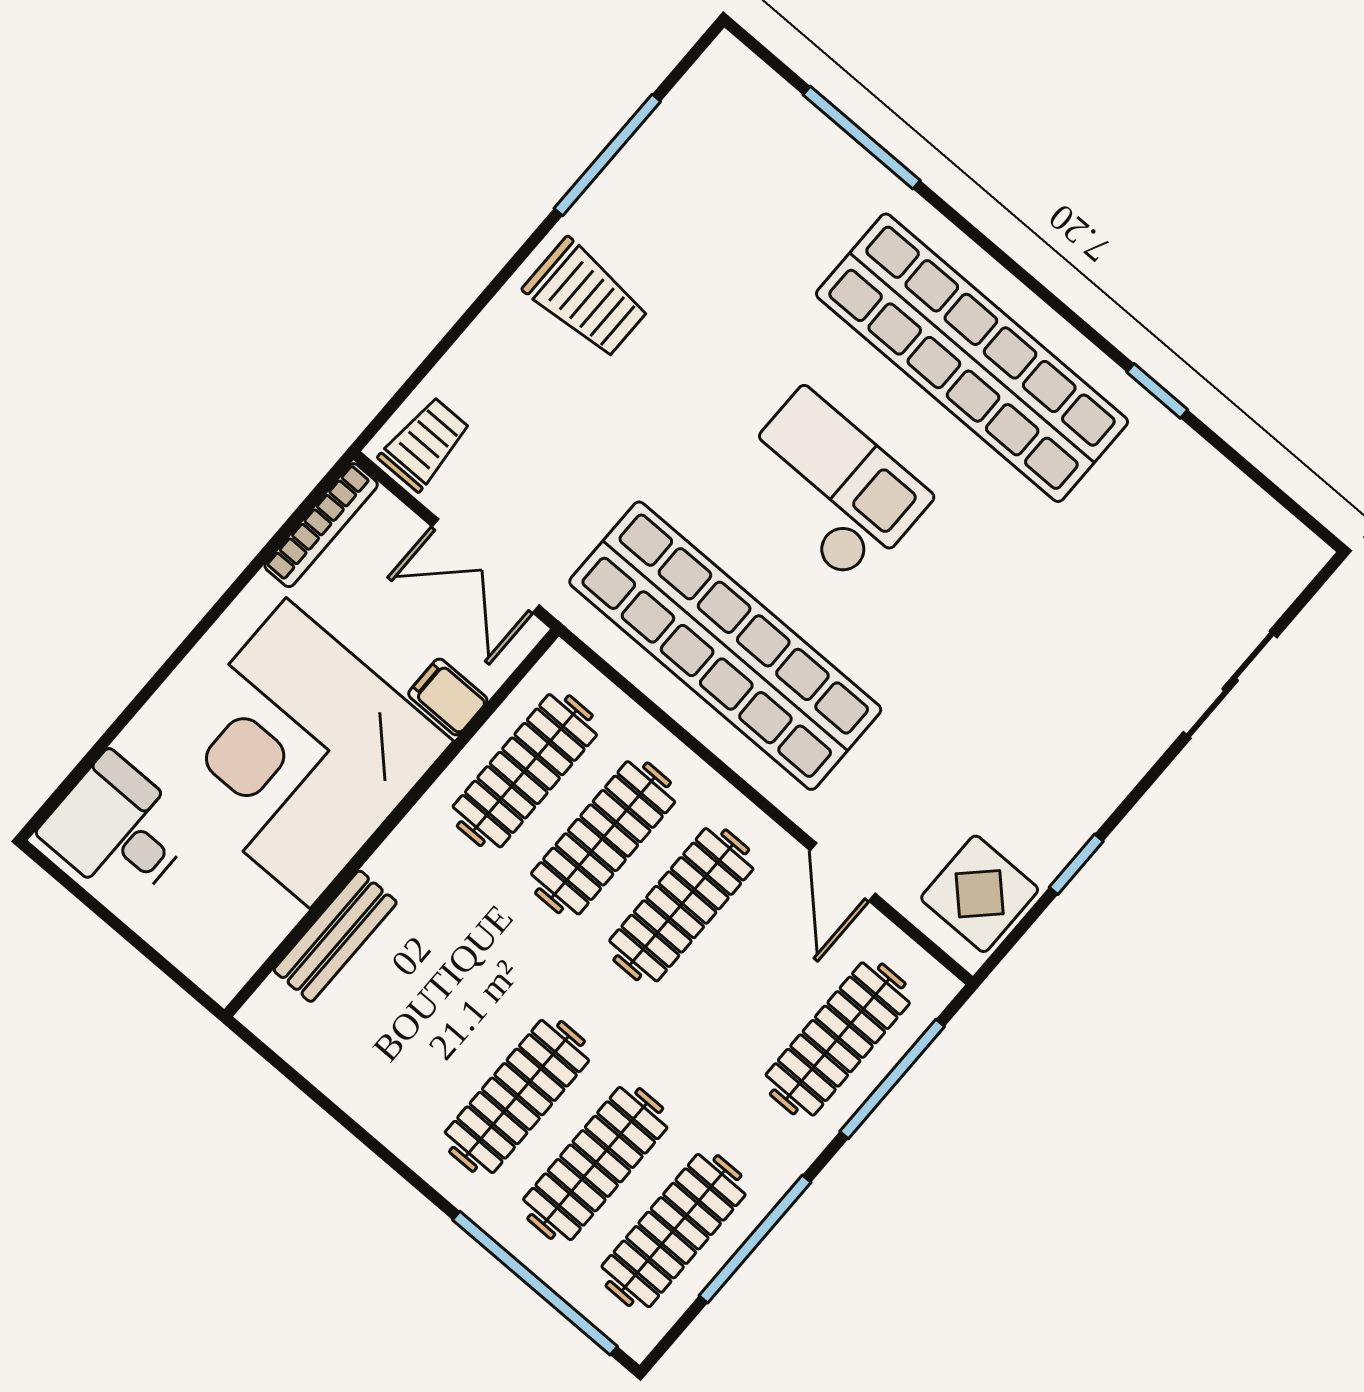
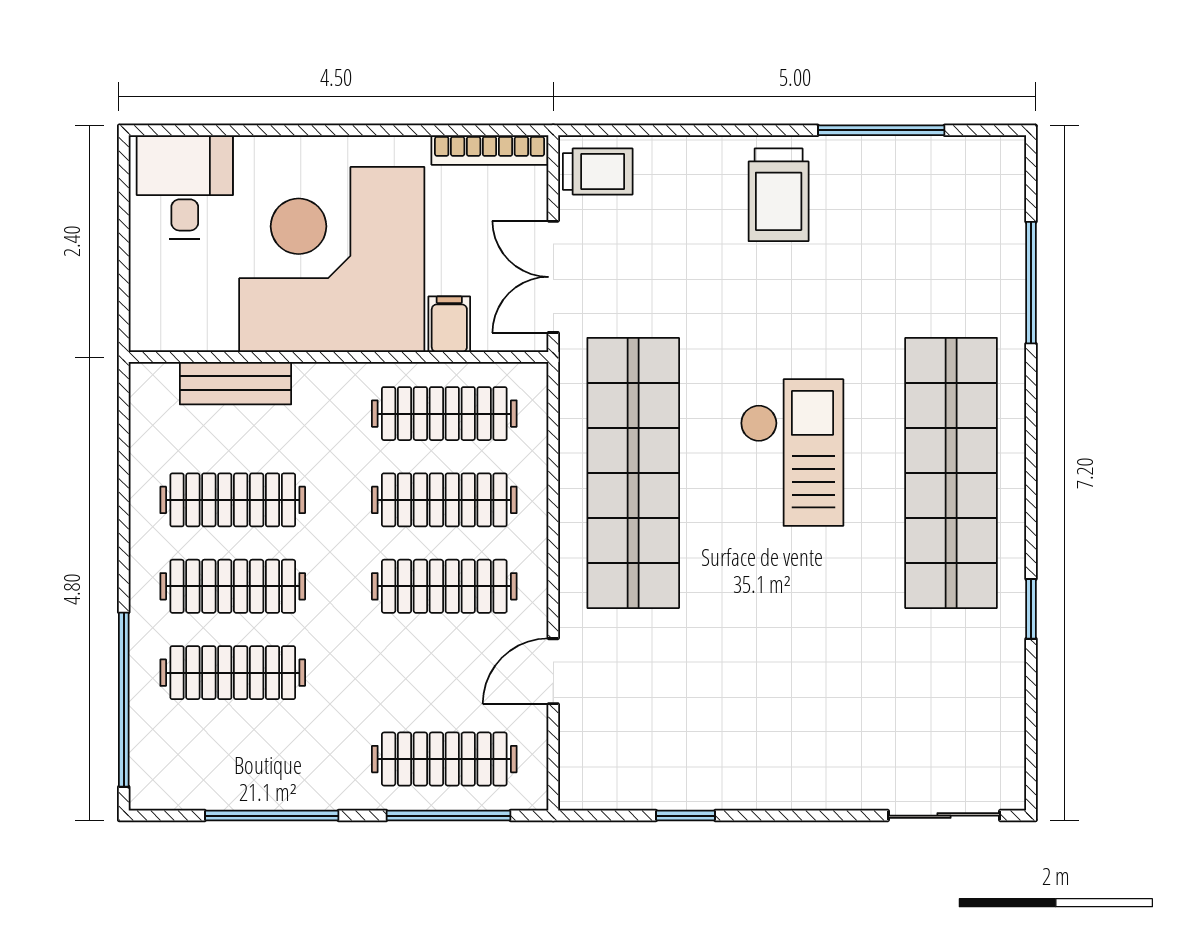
sliding door: (1230, 685) -> (944, 816), moved
display table: (980, 894) -> (614, 770), removed
clothes rail: (673, 1231) -> (233, 500), moved

